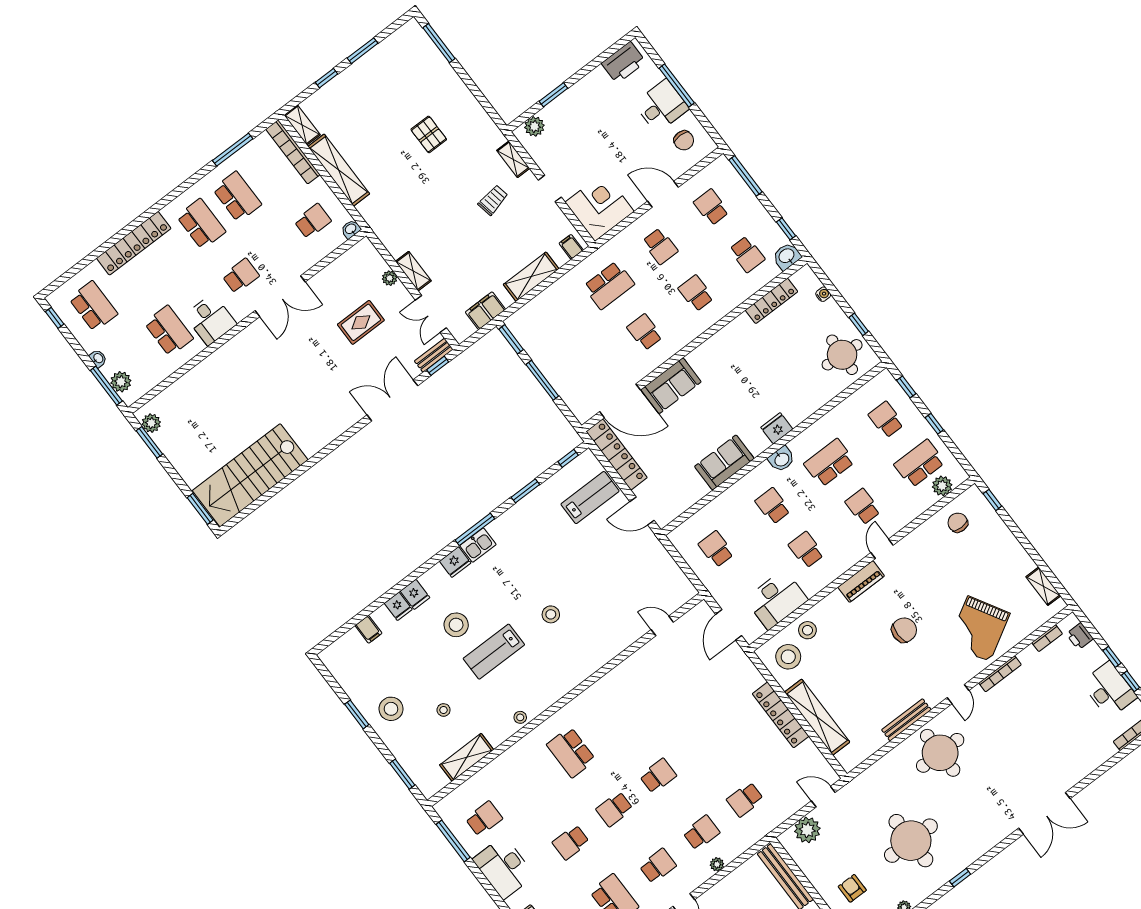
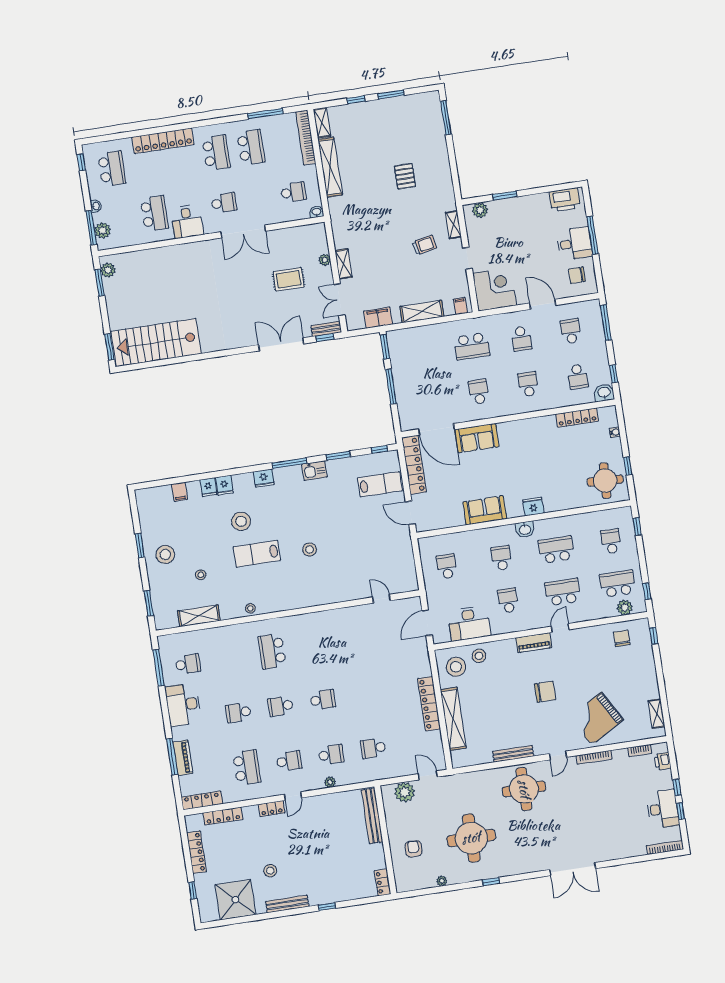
chair: (684, 140) -> (577, 275), turned 90
window: (934, 424) -> (647, 591), moved
school desk: (863, 507) -> (563, 592), width x1.85
kitchen sink: (478, 545) -> (314, 471), moved

